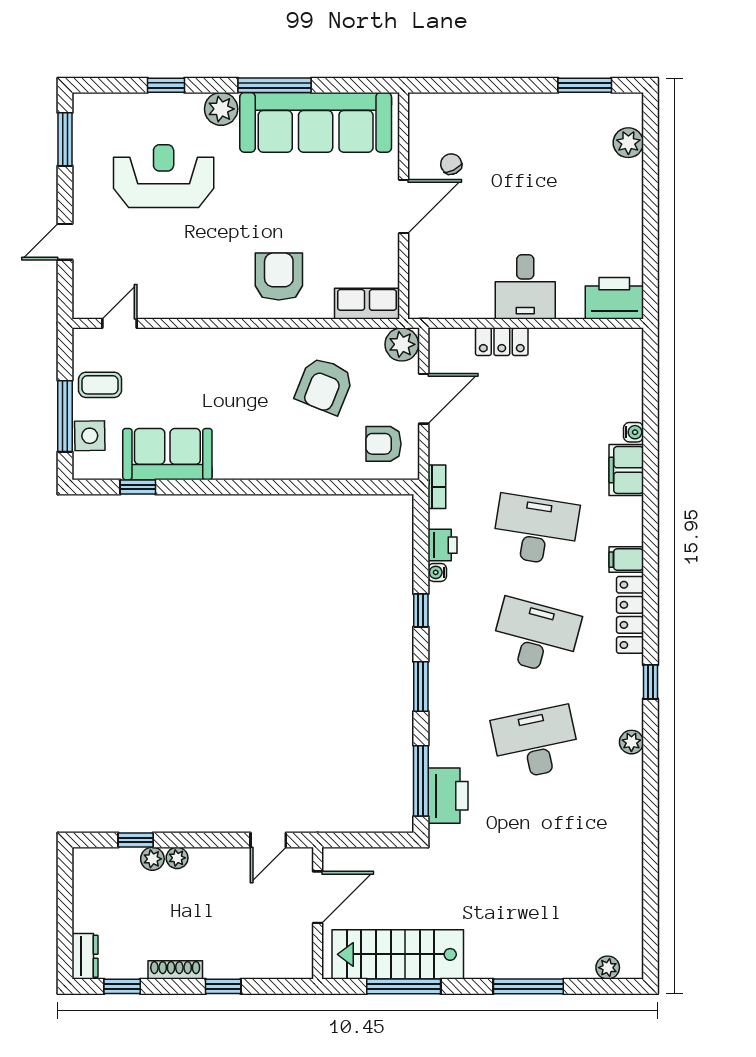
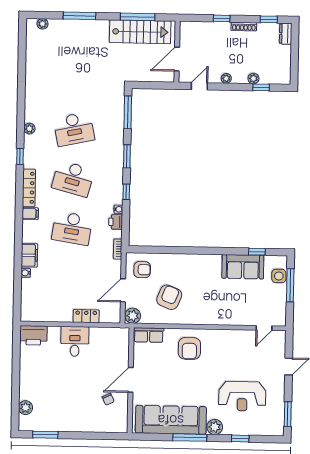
coffee table: (100, 385) -> (274, 300), removed
printer: (448, 796) -> (115, 105), removed
plant: (177, 858) -> (226, 78), moved

